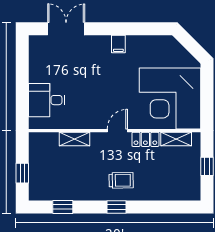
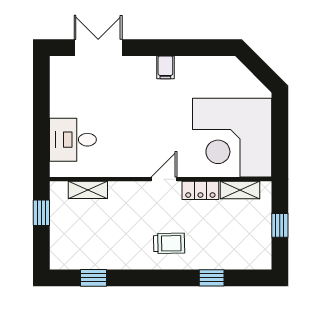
shelving: (74, 139) -> (88, 190), moved
window: (22, 173) -> (41, 213), moved
window: (117, 207) -> (212, 278), moved

